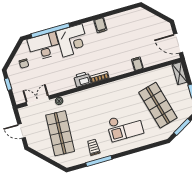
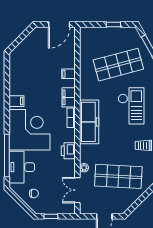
corner desk: (73, 40) -> (30, 130), width x1.36, depth x1.36
filing cabinet: (117, 70) -> (69, 97), added
shelving: (180, 73) -> (91, 32), removed
printer: (82, 79) -> (68, 151), moved
freezer: (100, 94) -> (89, 122), added

